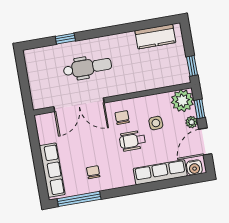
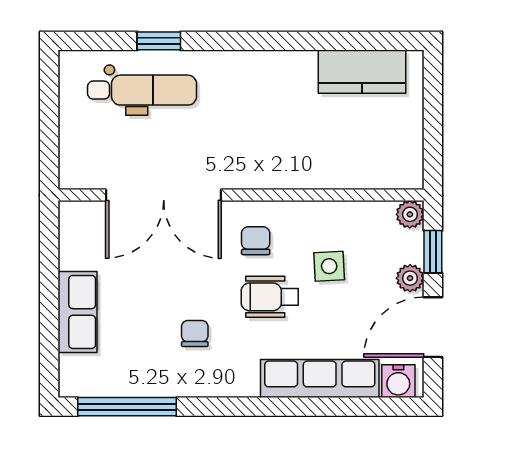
window: (192, 66) -> (433, 152), removed
dental chair: (87, 67) -> (142, 90), moved
plant: (182, 101) -> (410, 214), width x0.53, depth x0.53
row of seats: (52, 170) -> (78, 312), width x0.68
chair: (93, 172) -> (195, 334), moved

